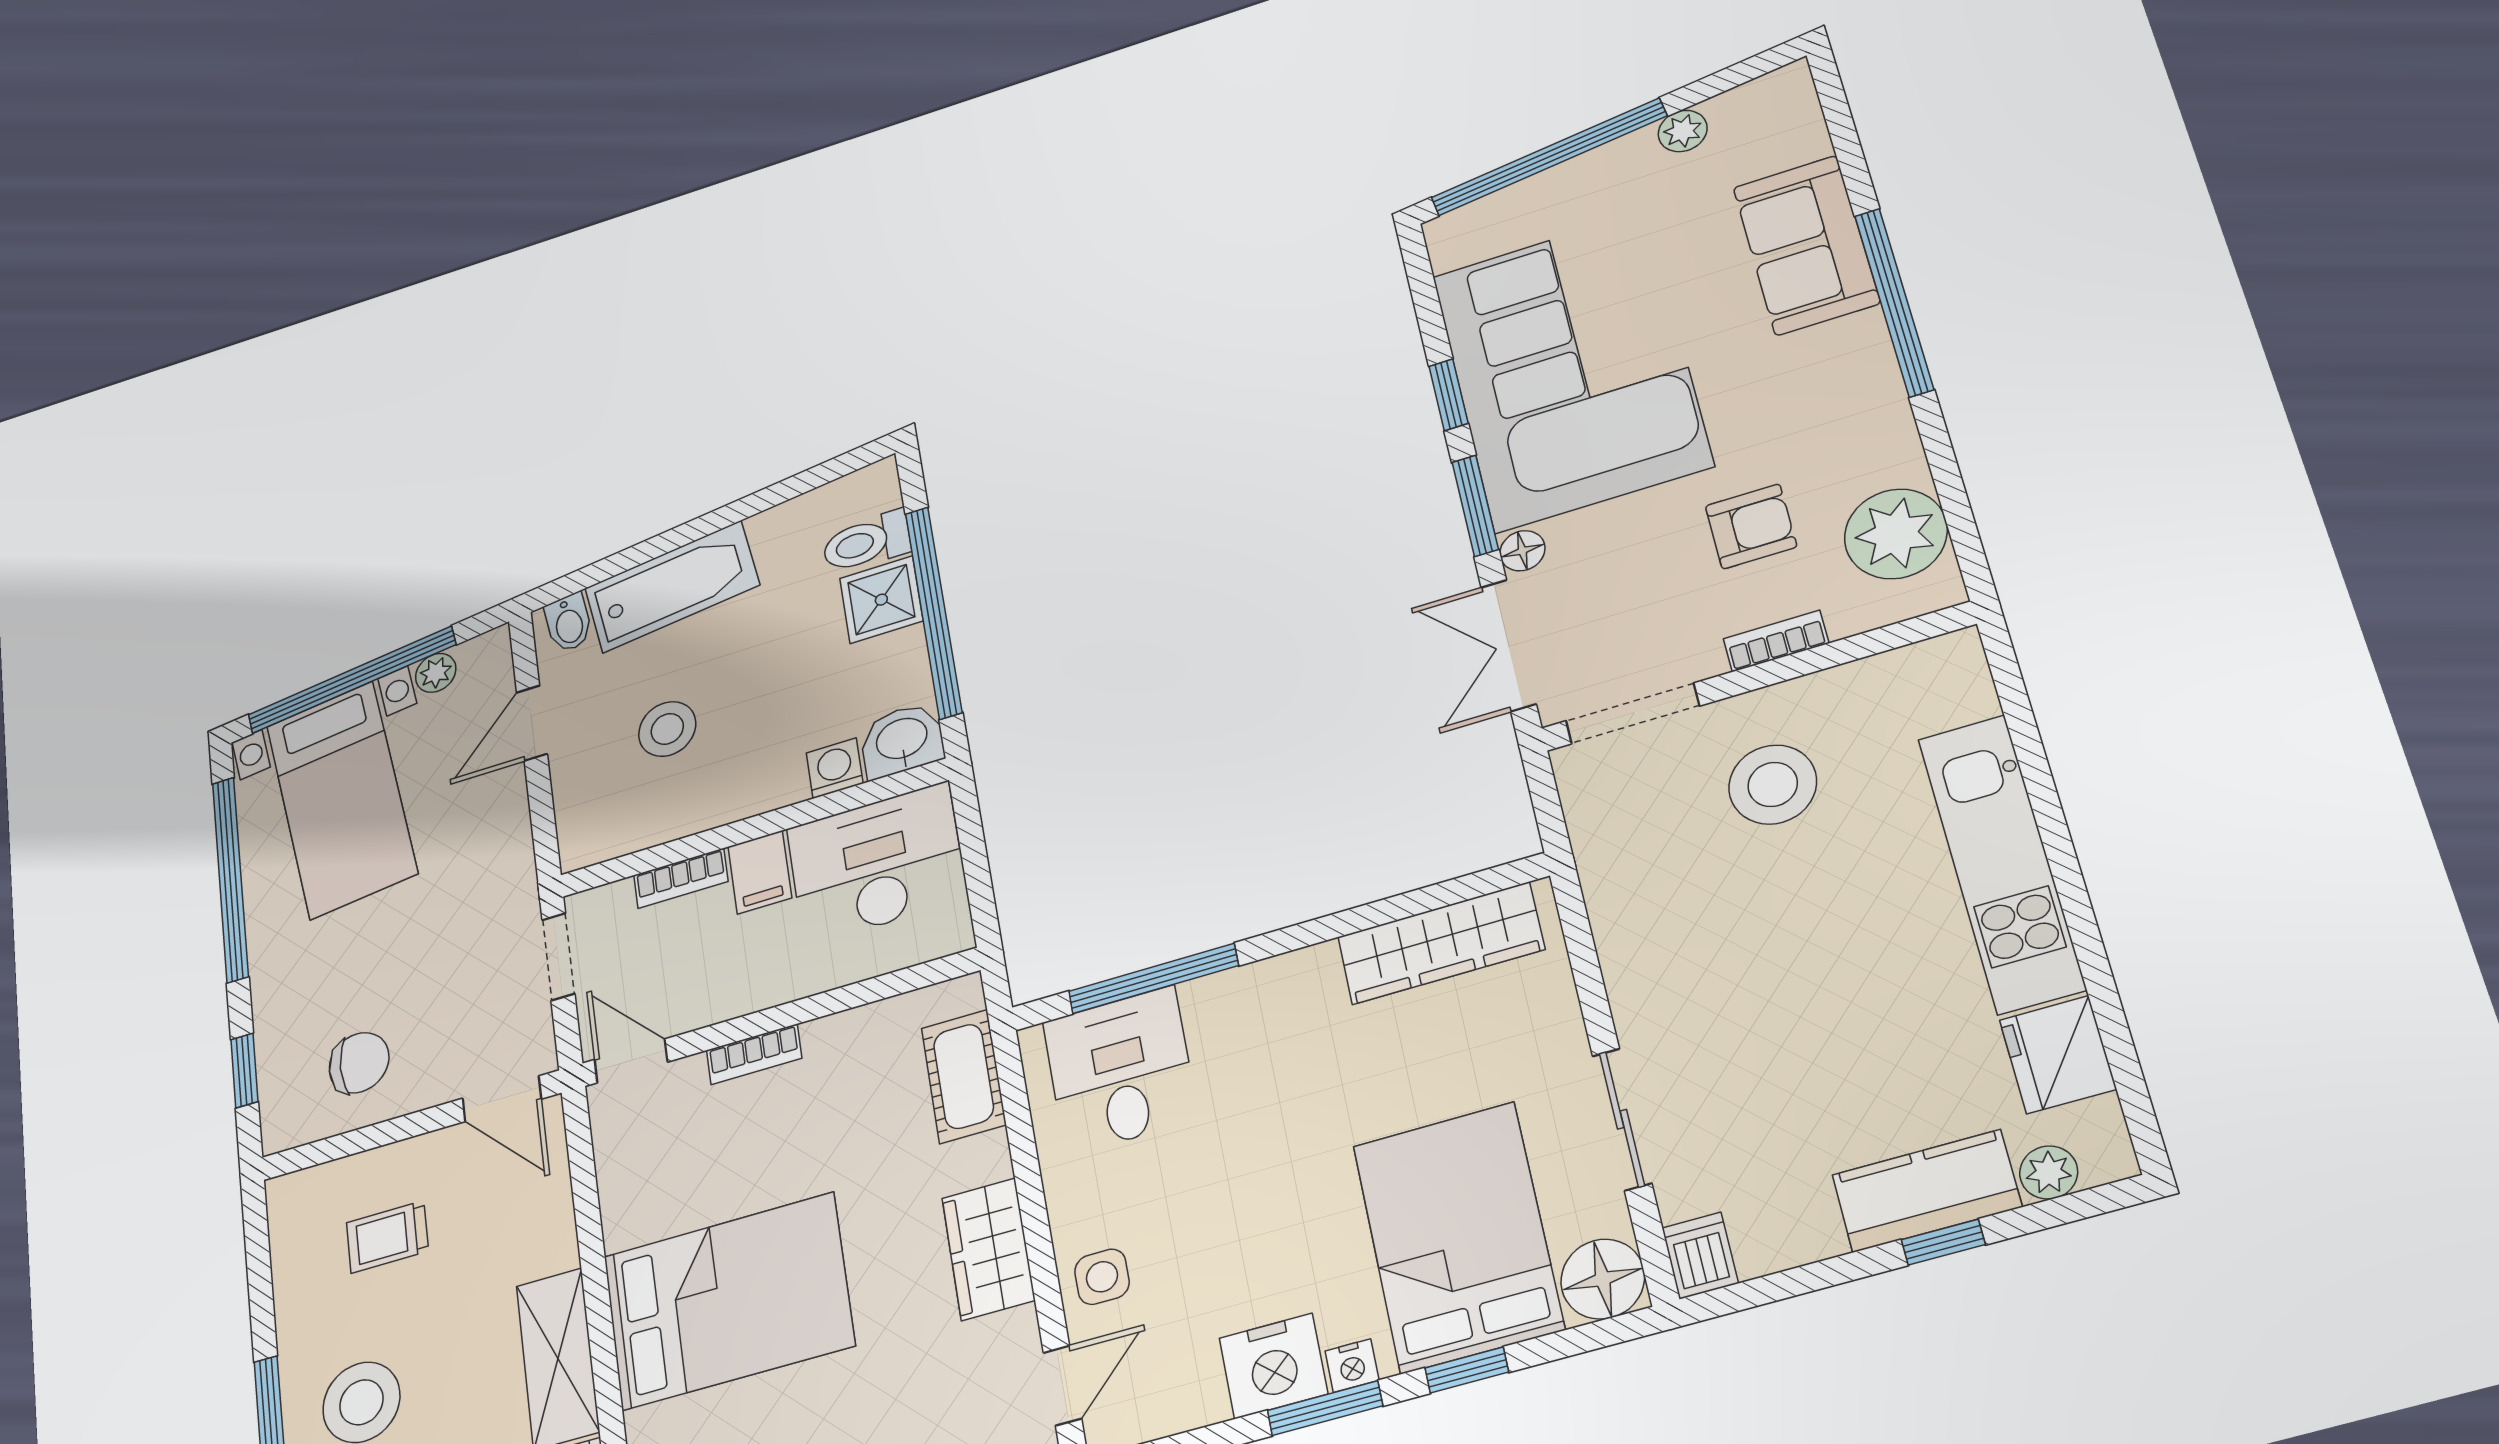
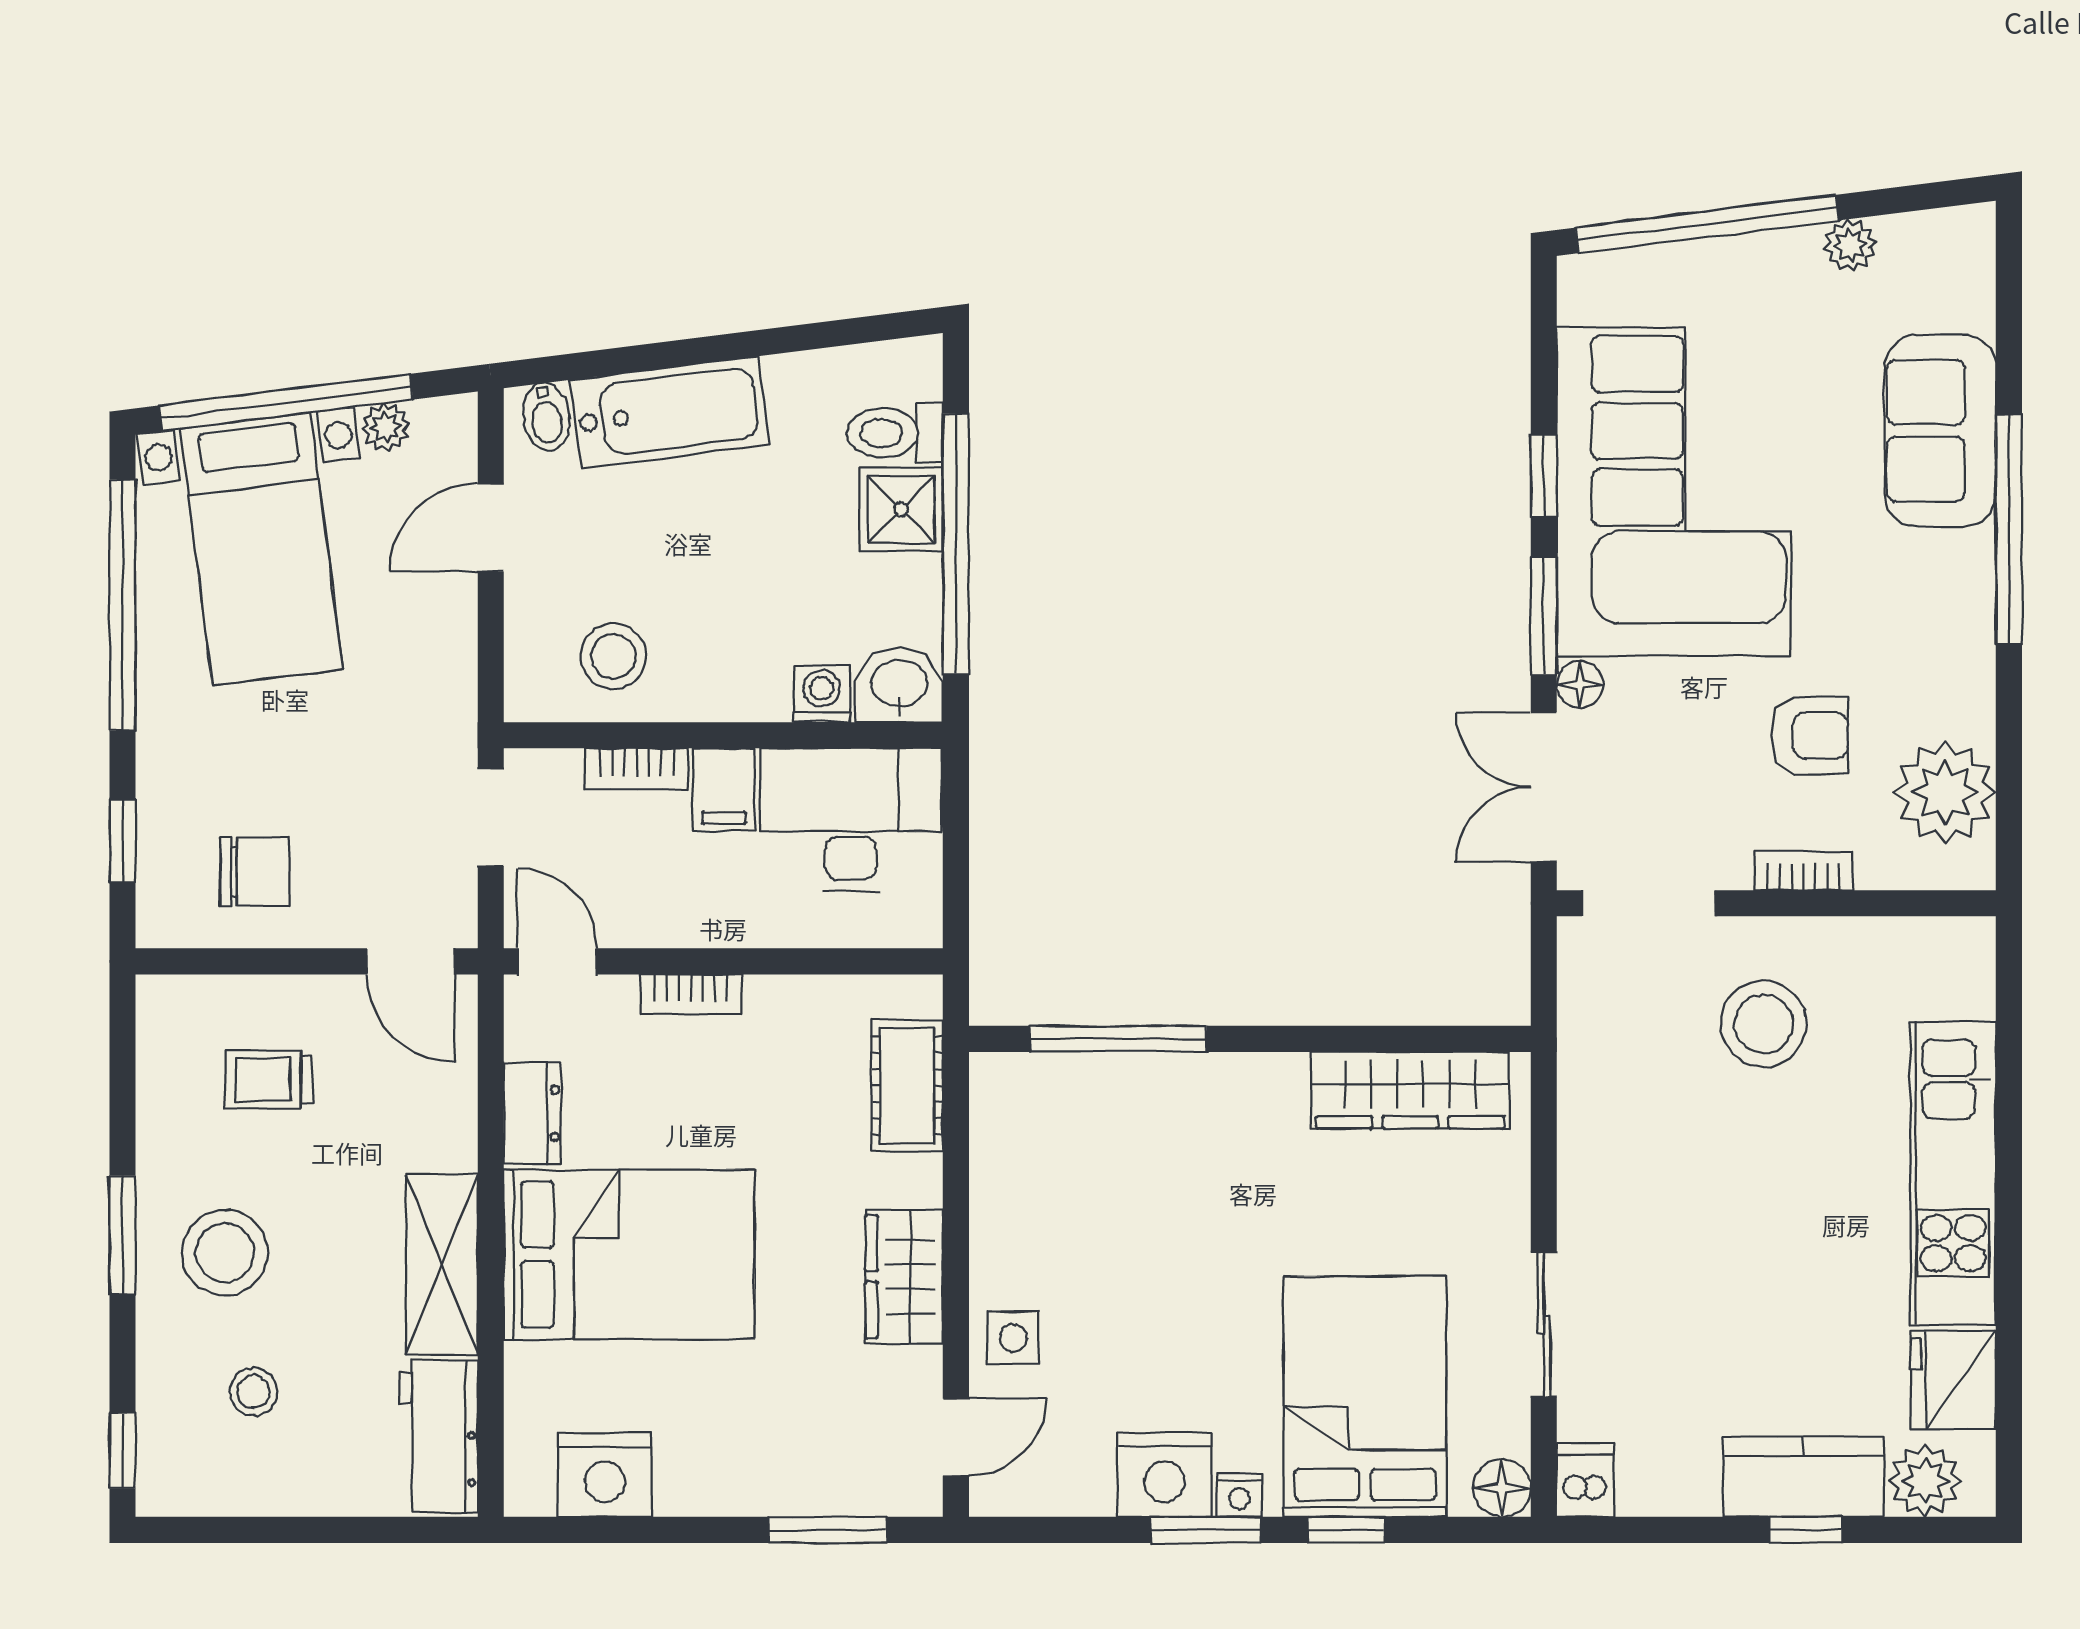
stool: (667, 729) -> (613, 656), moved
desk: (1120, 1070) -> (1068, 1128), removed
plant: (2049, 1172) -> (1925, 1481), width x1.38, depth x1.38
dresser: (625, 1199) -> (532, 1113), added
floor lamp: (1603, 1279) -> (1502, 1488), width x0.73, depth x0.73

